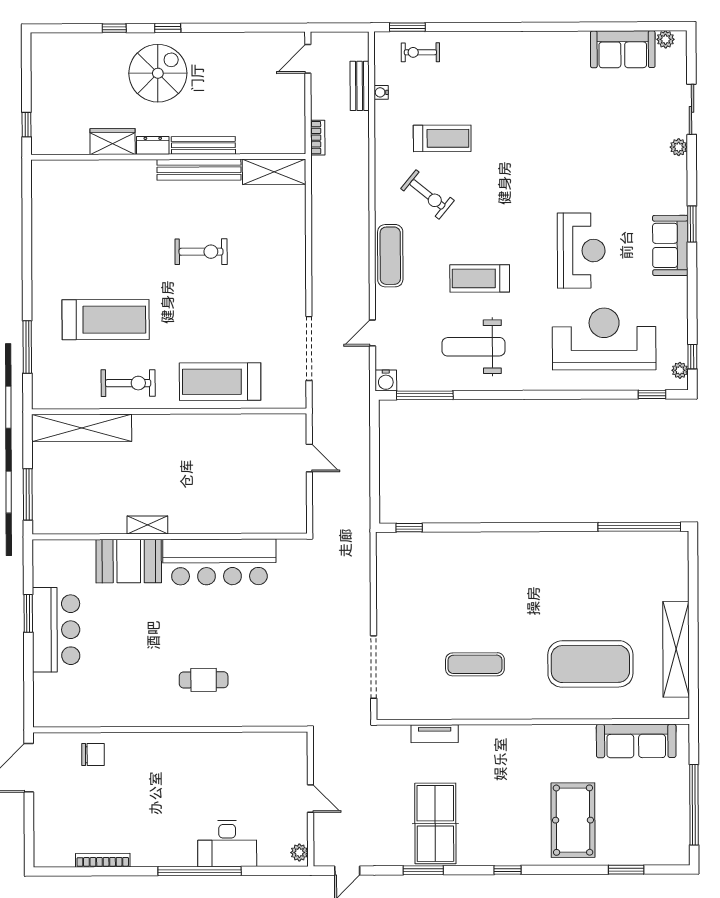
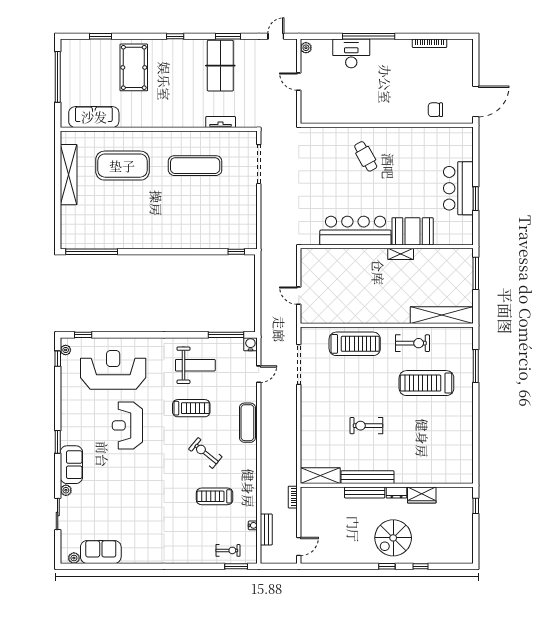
exercise bike: (427, 194) -> (205, 453), moved
sofa: (670, 245) -> (71, 465), moved
reception desk: (604, 339) -> (113, 370), turned 180
exercise bike: (128, 383) -> (413, 343), turned 180
exercise mat: (475, 664) -> (195, 166), width x1.36, depth x1.45
cafe table: (204, 680) -> (366, 156), turned 61

